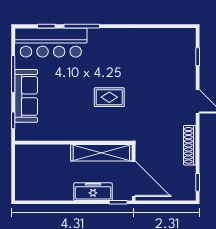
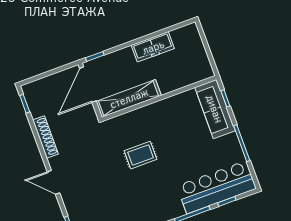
sofa: (26, 96) -> (215, 109), moved
door: (134, 179) -> (88, 85), hinge flipped
freezer: (93, 192) -> (153, 47), moved

